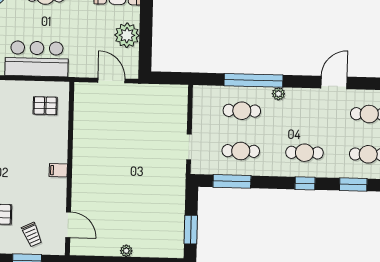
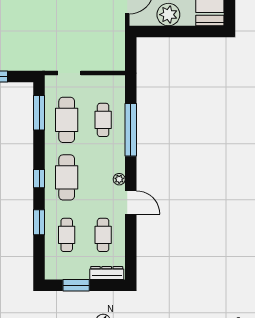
plant: (278, 94) -> (119, 179), moved
cafe table: (241, 151) -> (67, 120), width x1.37, depth x1.35
cafe table: (304, 153) -> (67, 177), width x1.37, depth x1.35

